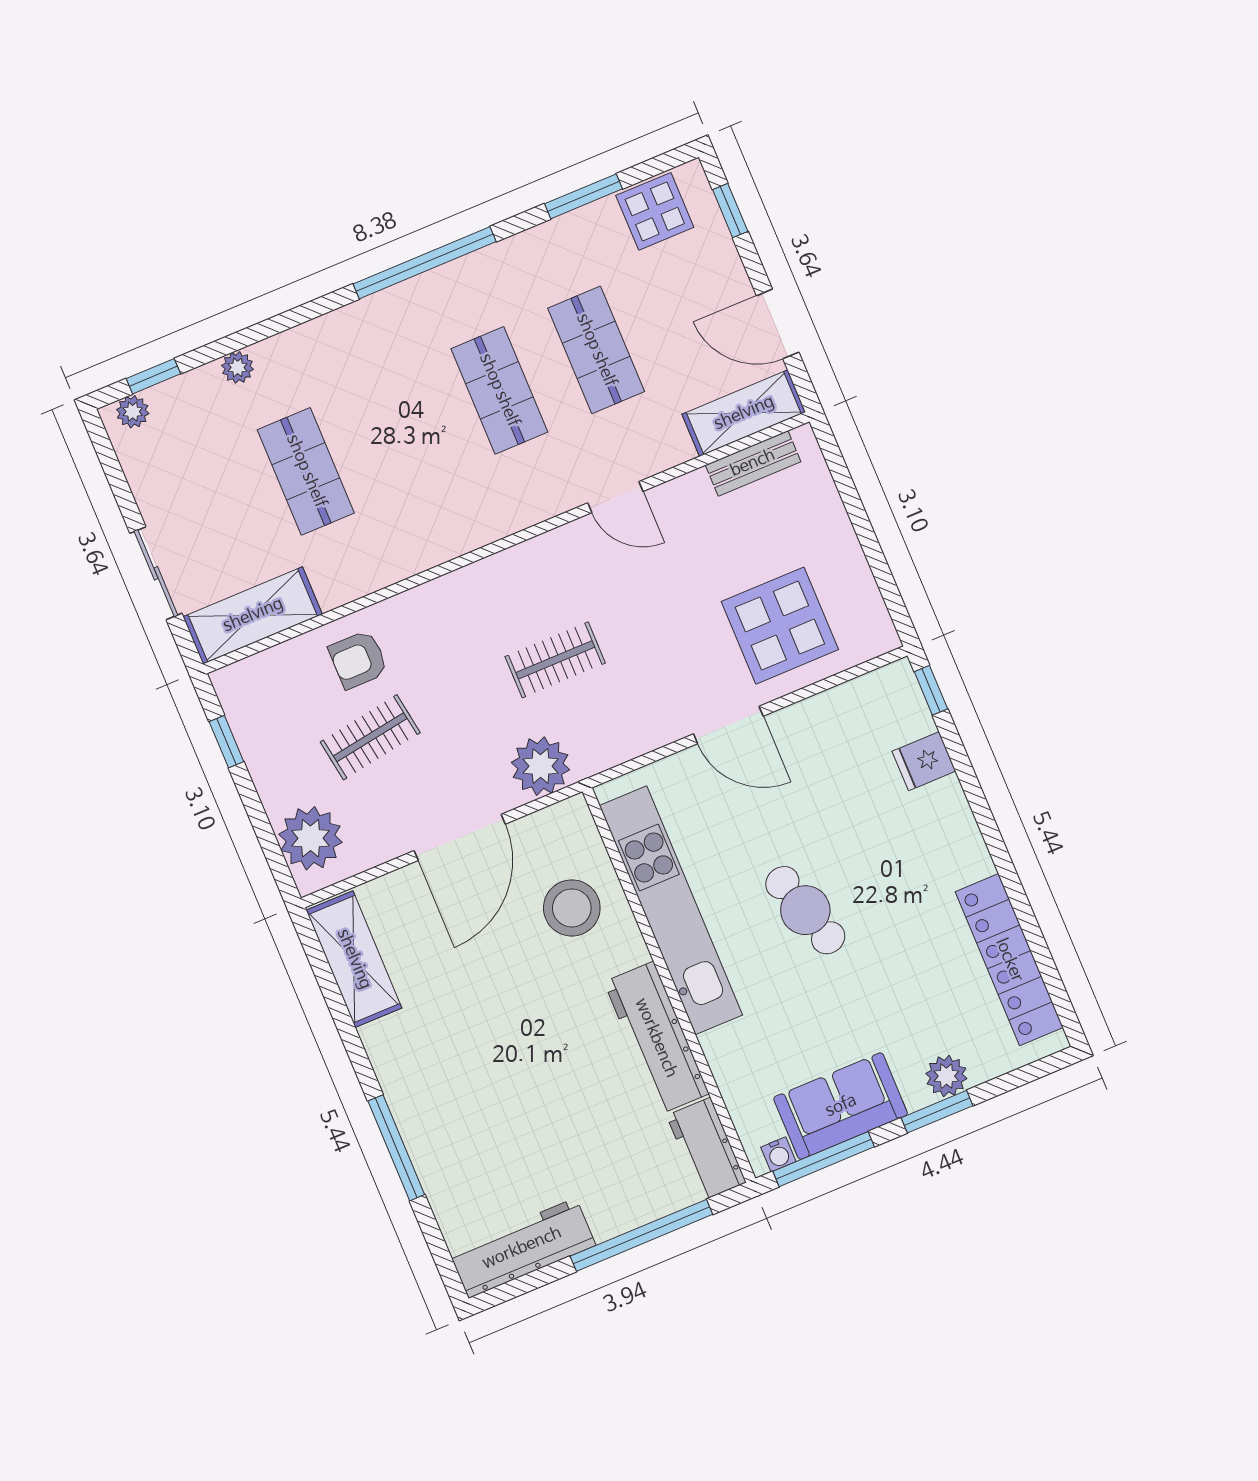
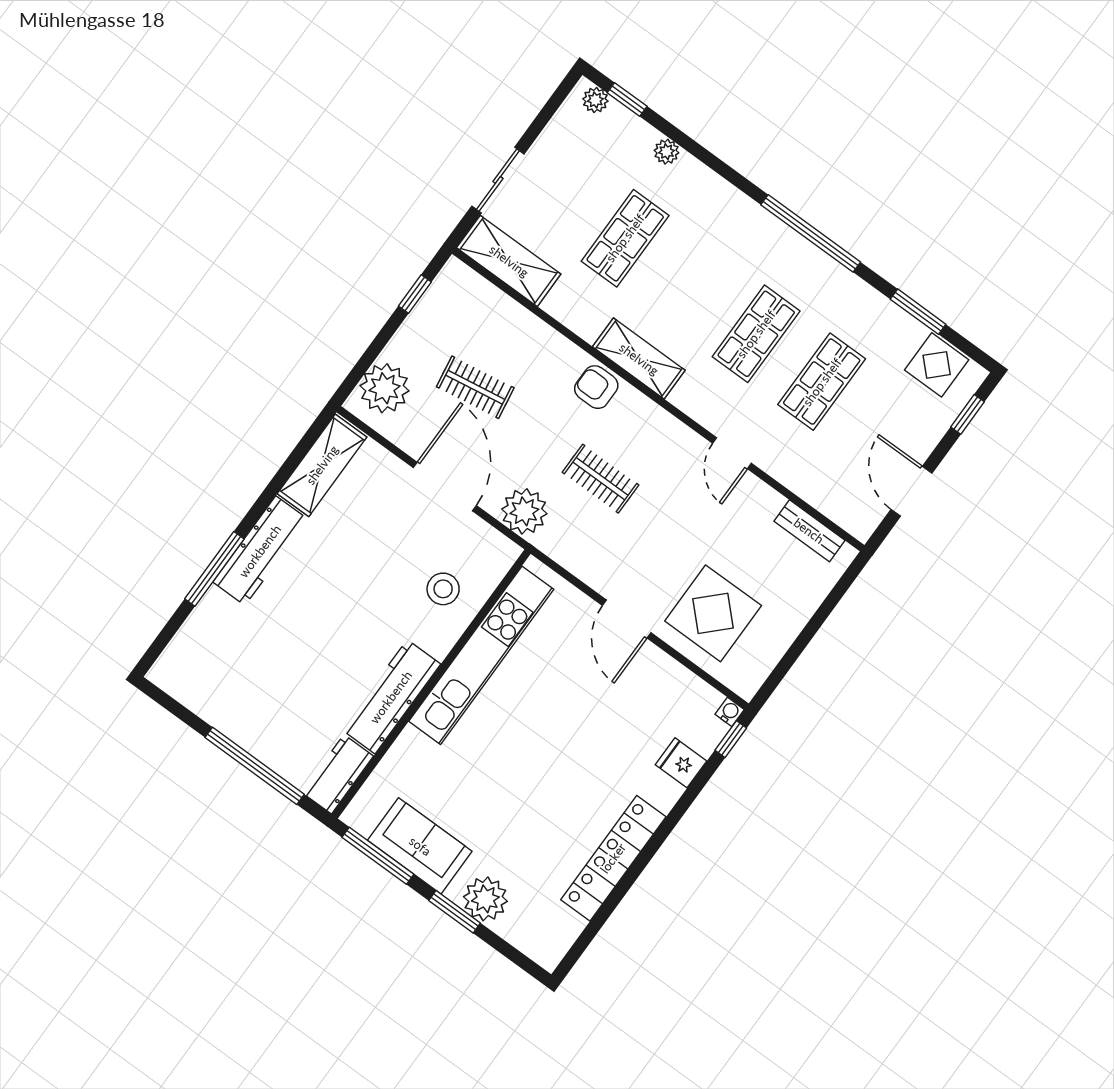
shelving: (744, 413) -> (639, 359), moved
armchair: (358, 660) -> (596, 387), moved
door: (460, 837) -> (445, 487), swing flipped
stool: (572, 908) -> (443, 589), width x0.73, depth x0.73
cafe table: (805, 910) -> (535, 744), removed
locker: (1009, 960) -> (613, 858), moved
plant: (946, 1076) -> (485, 899), width x1.36, depth x1.36
water cooler: (778, 1154) -> (730, 712), moved, turned 180
workbench: (522, 1248) -> (260, 551), moved, turned 90

